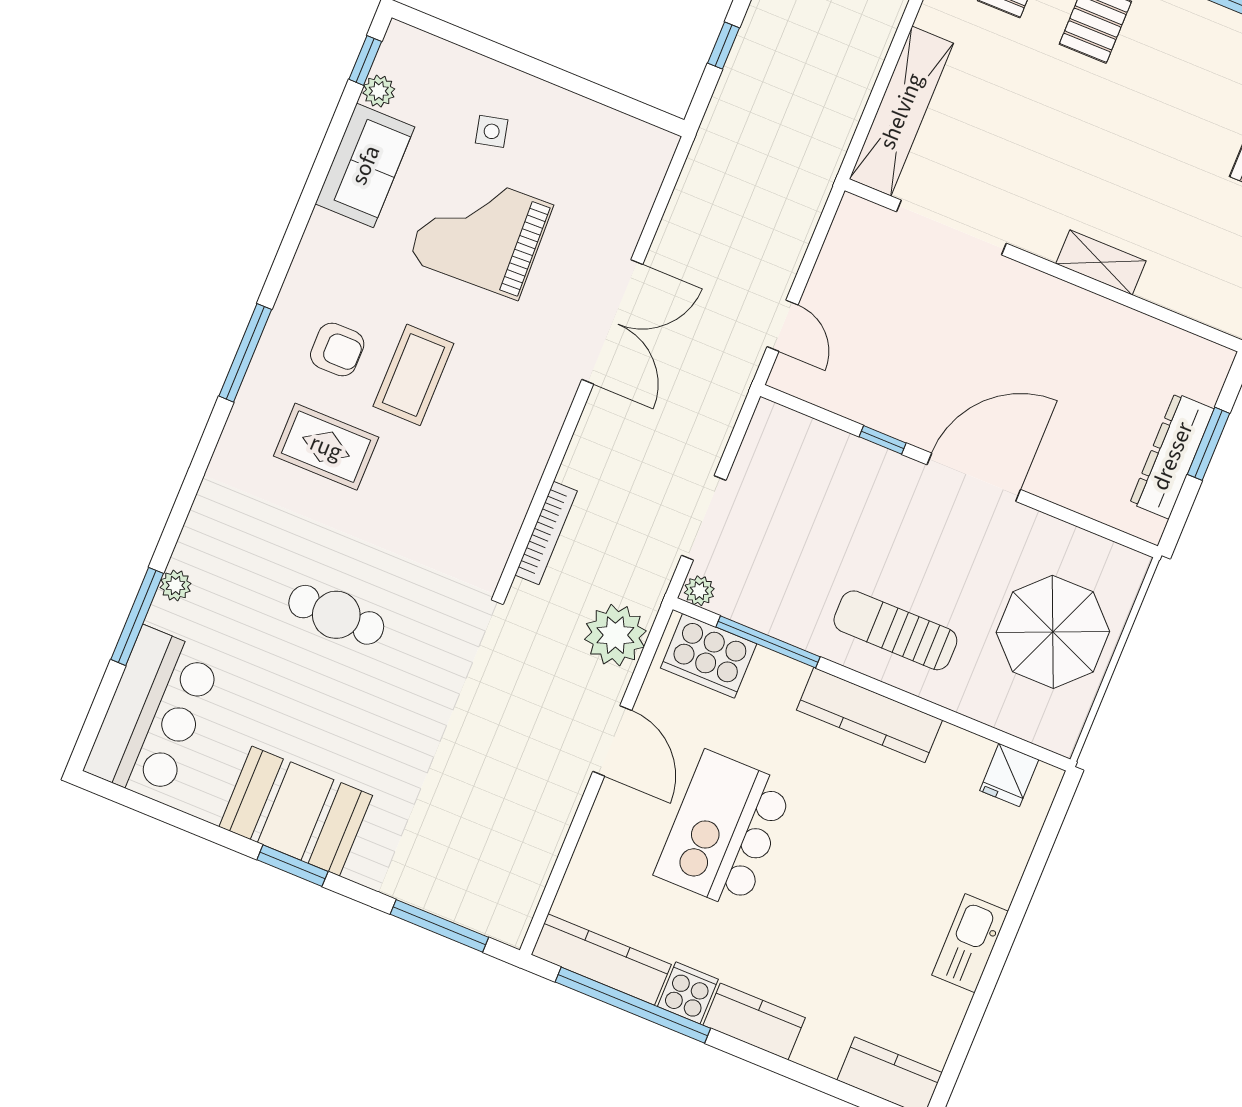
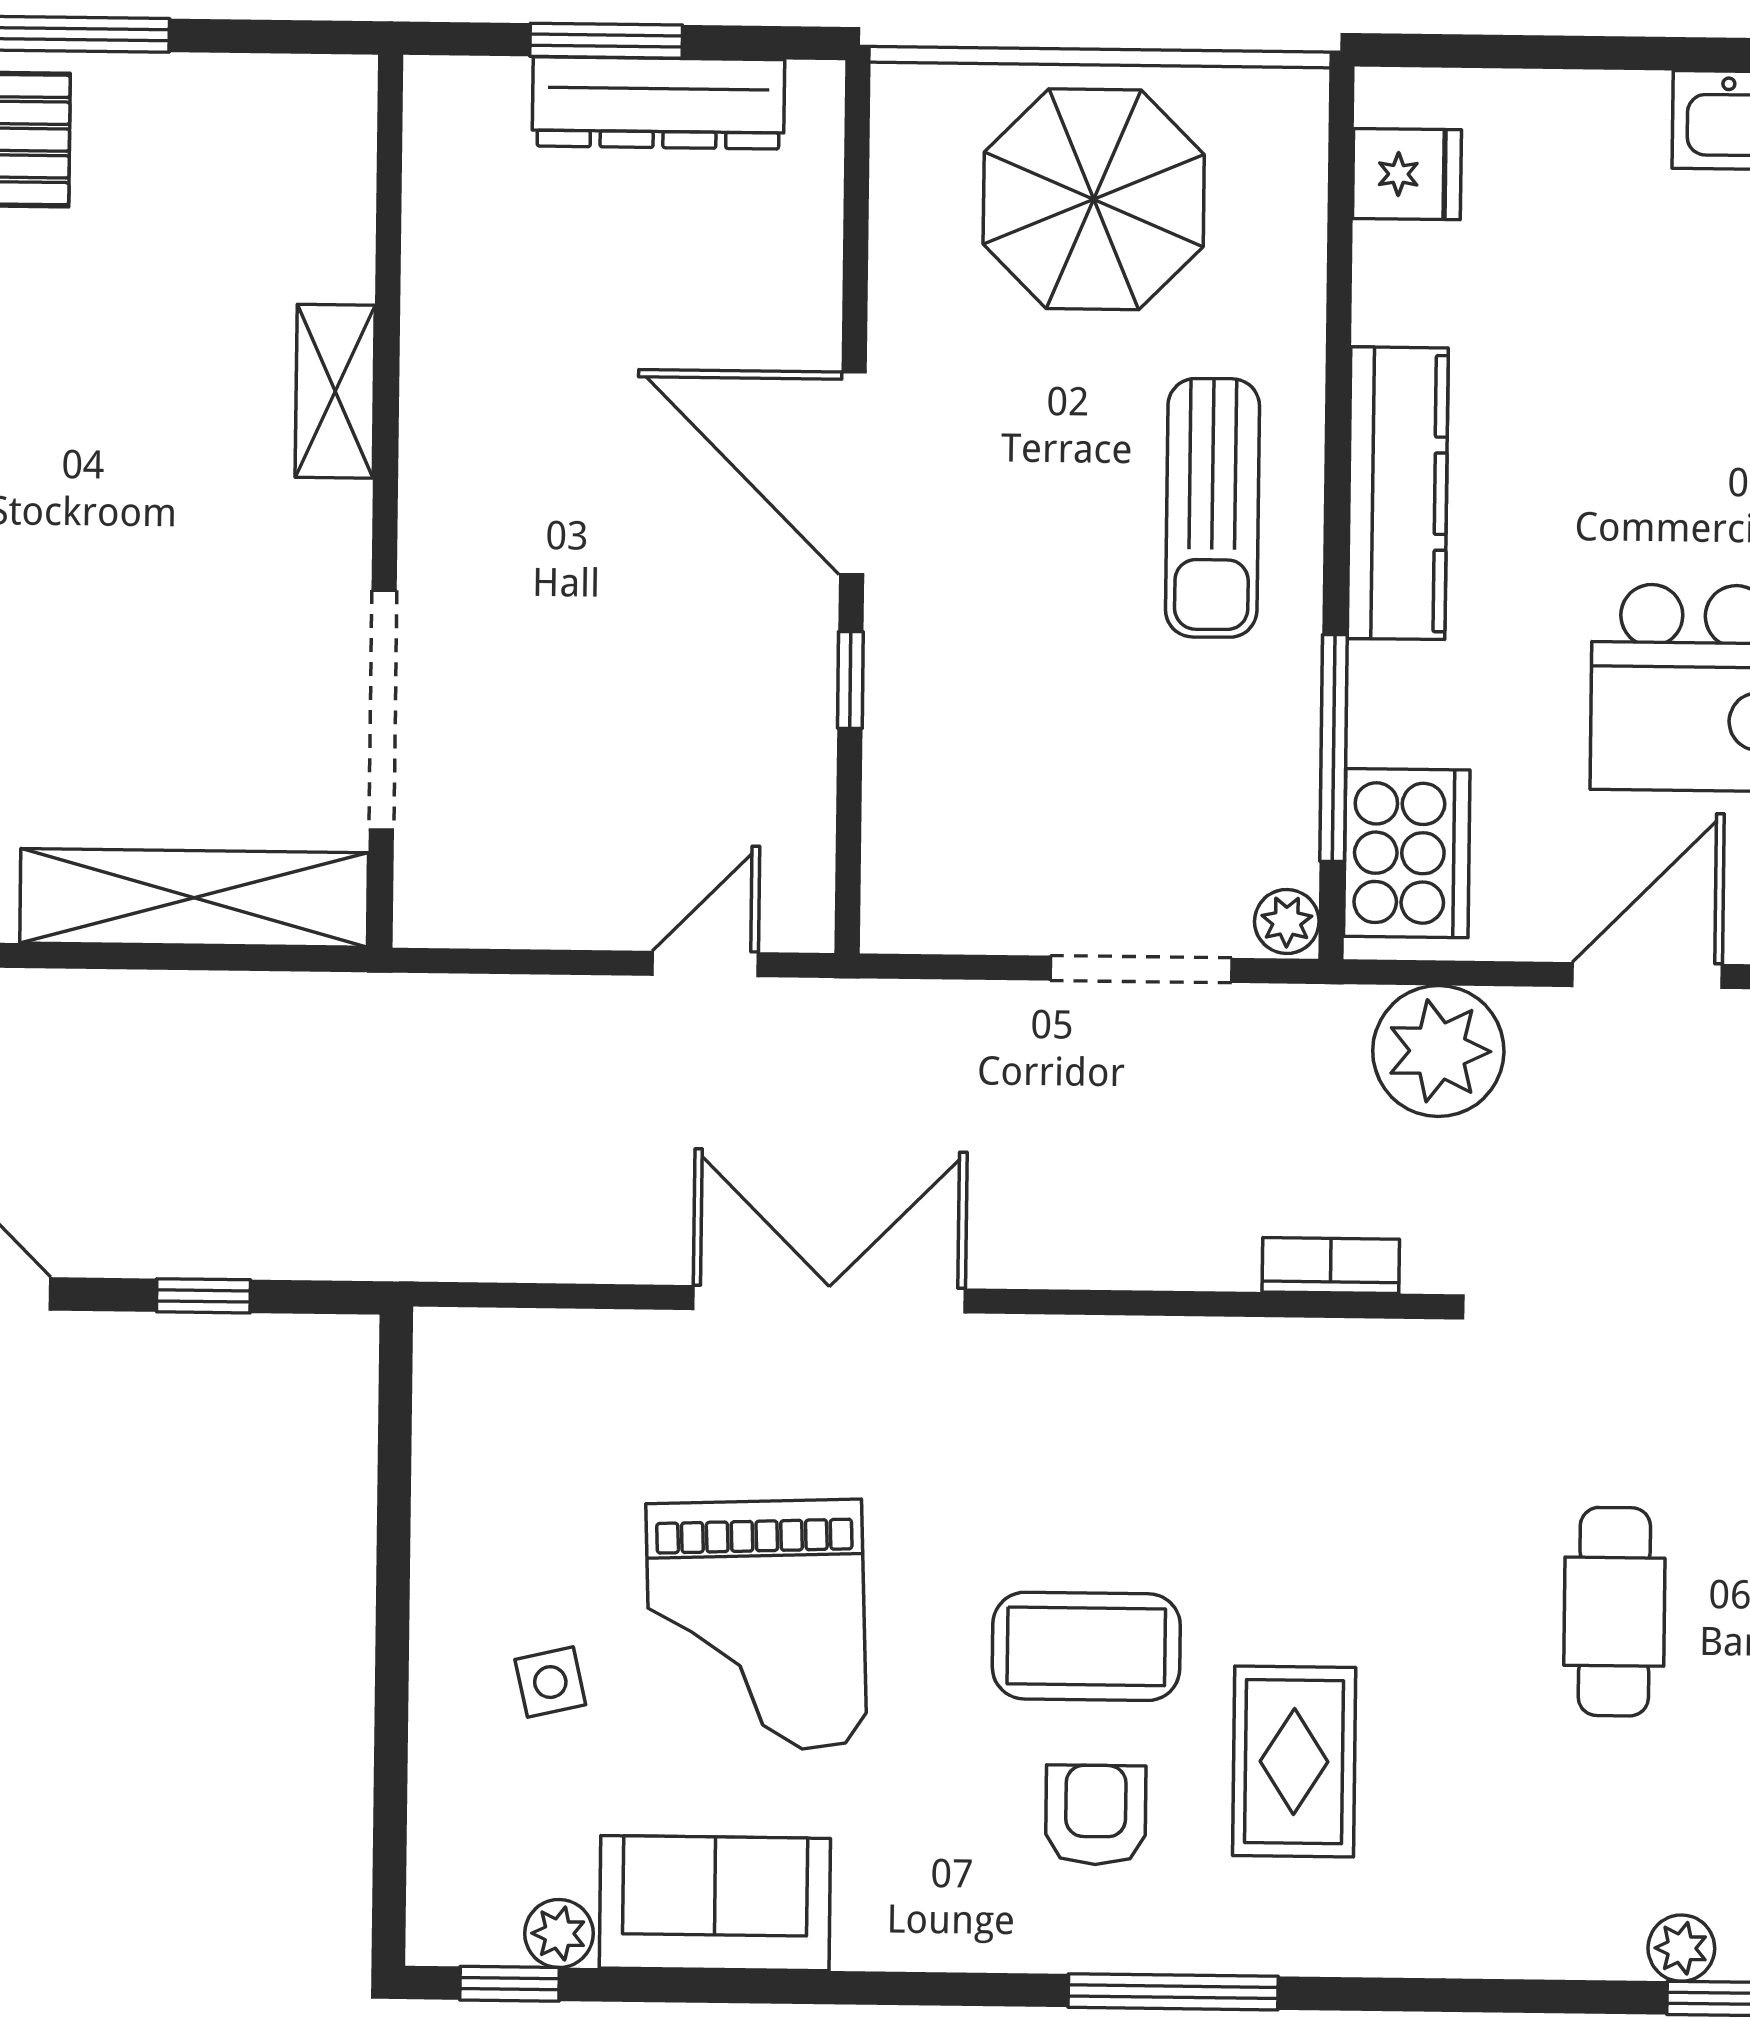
bookcase: (546, 533) -> (1331, 1266), width x0.64

